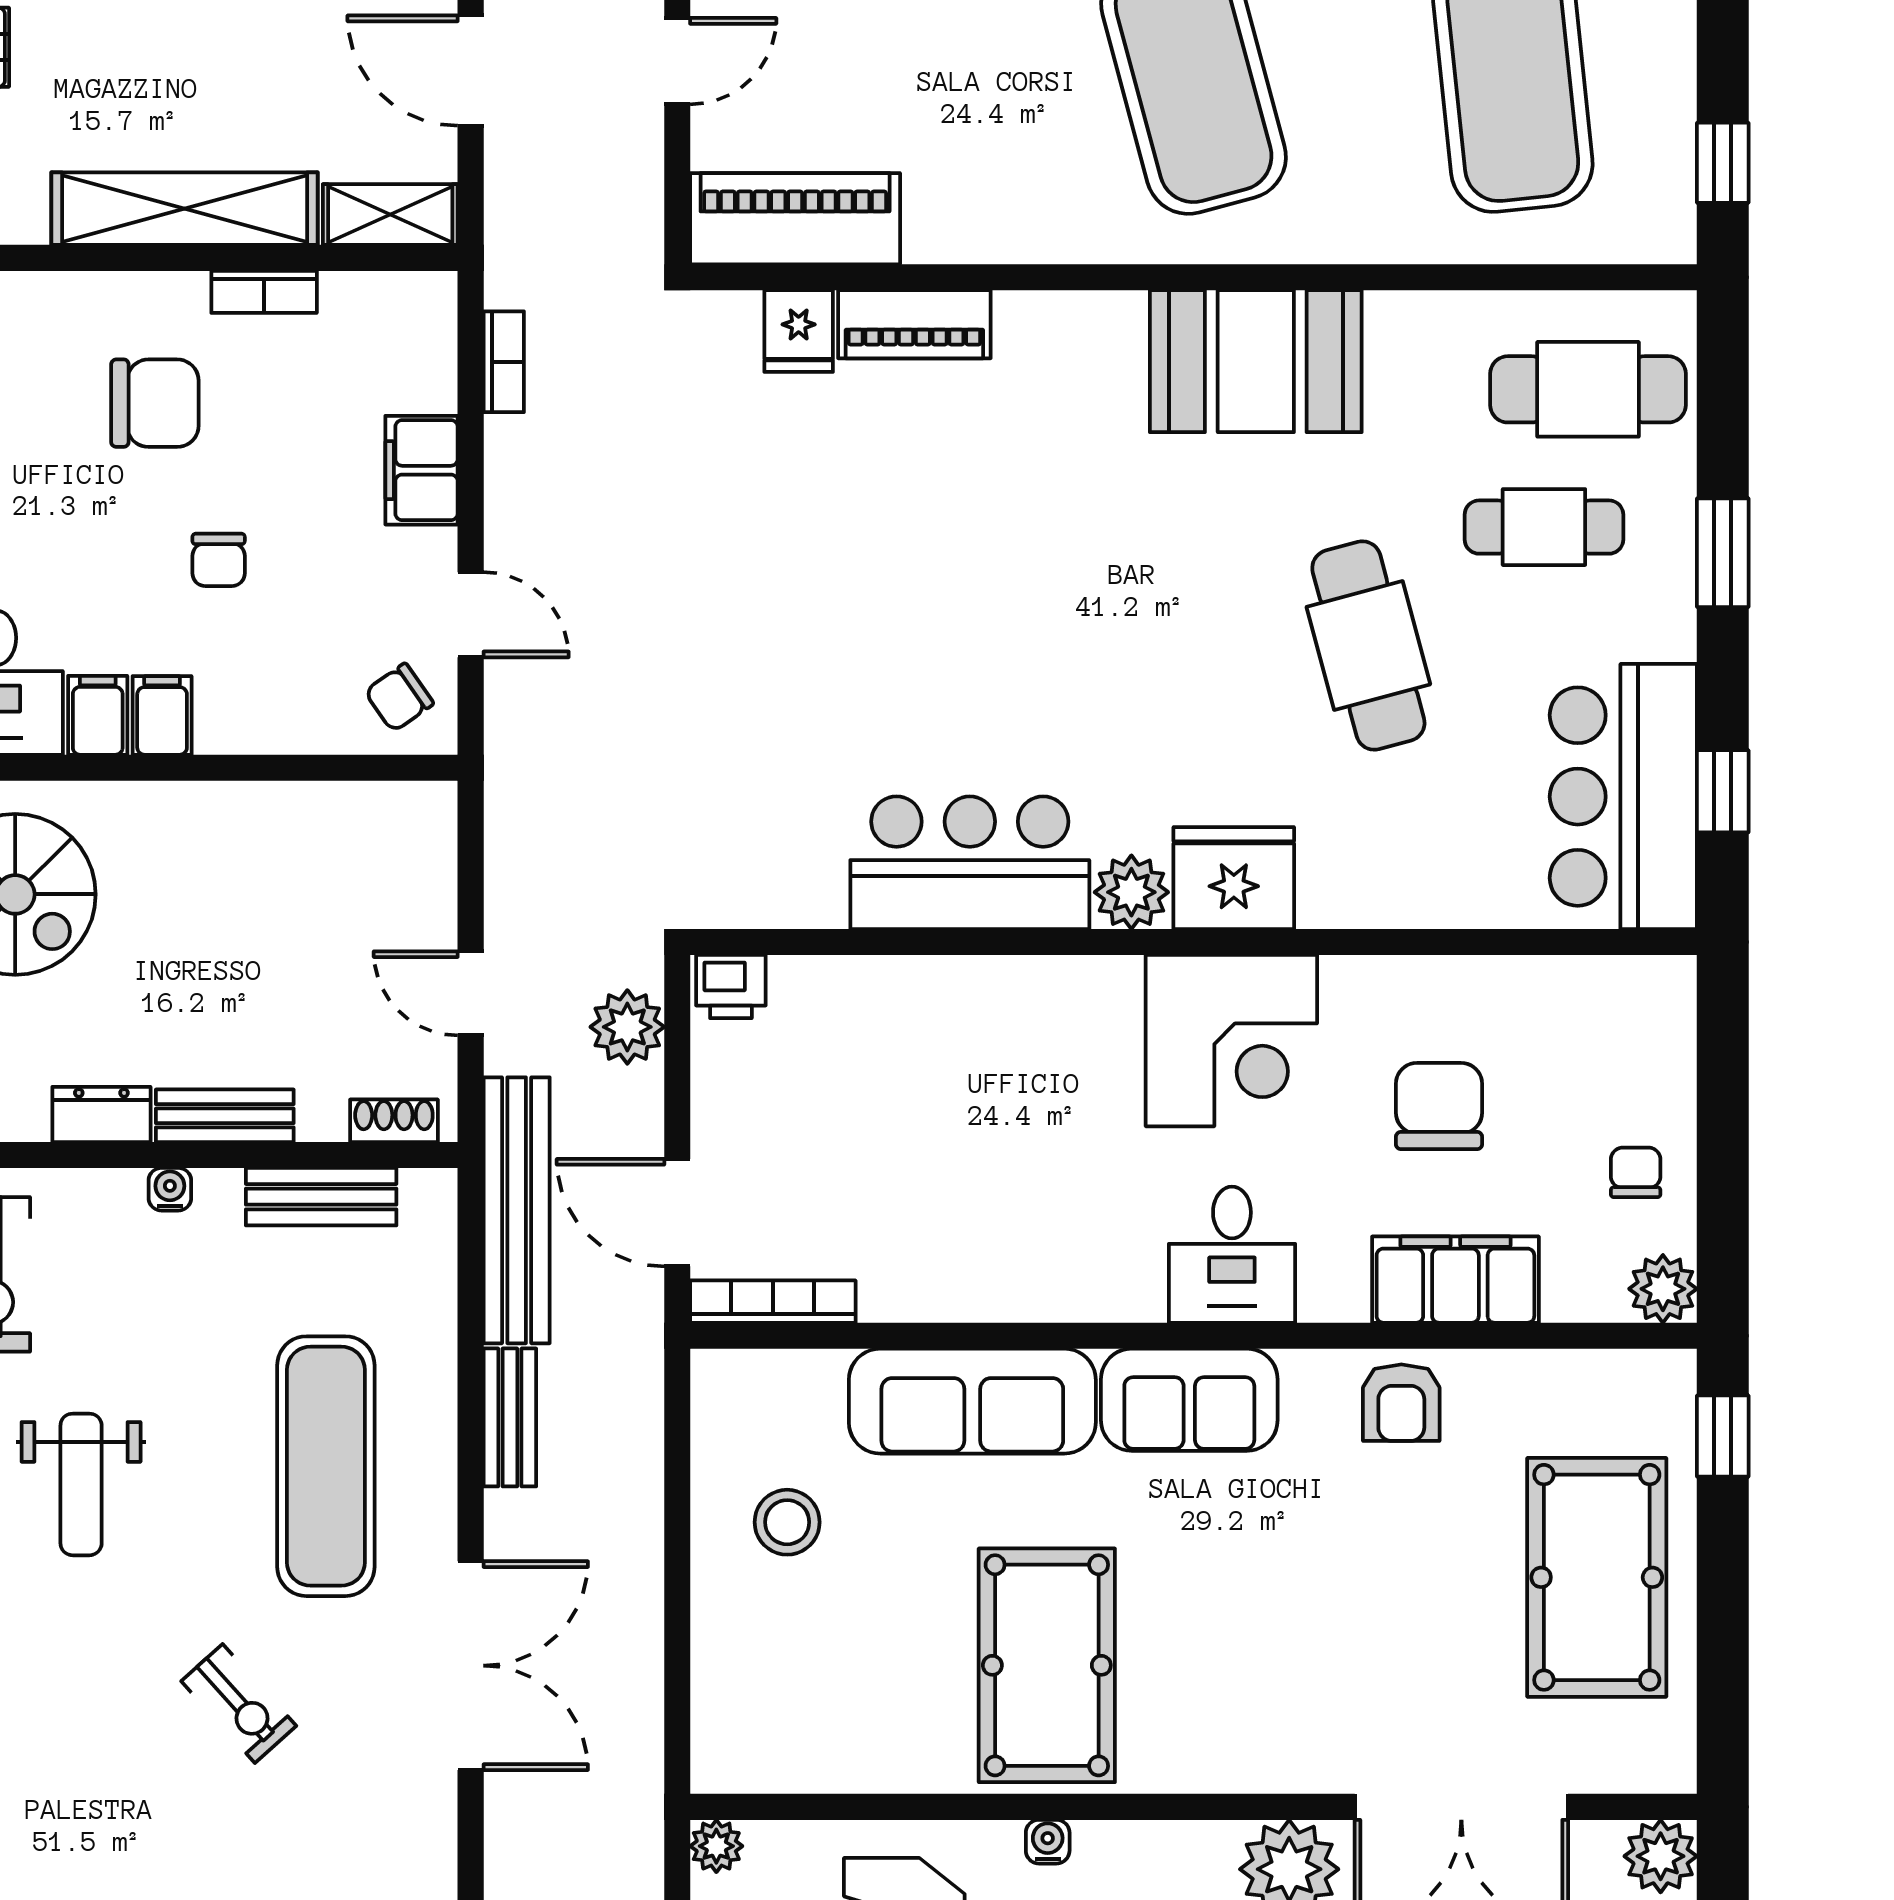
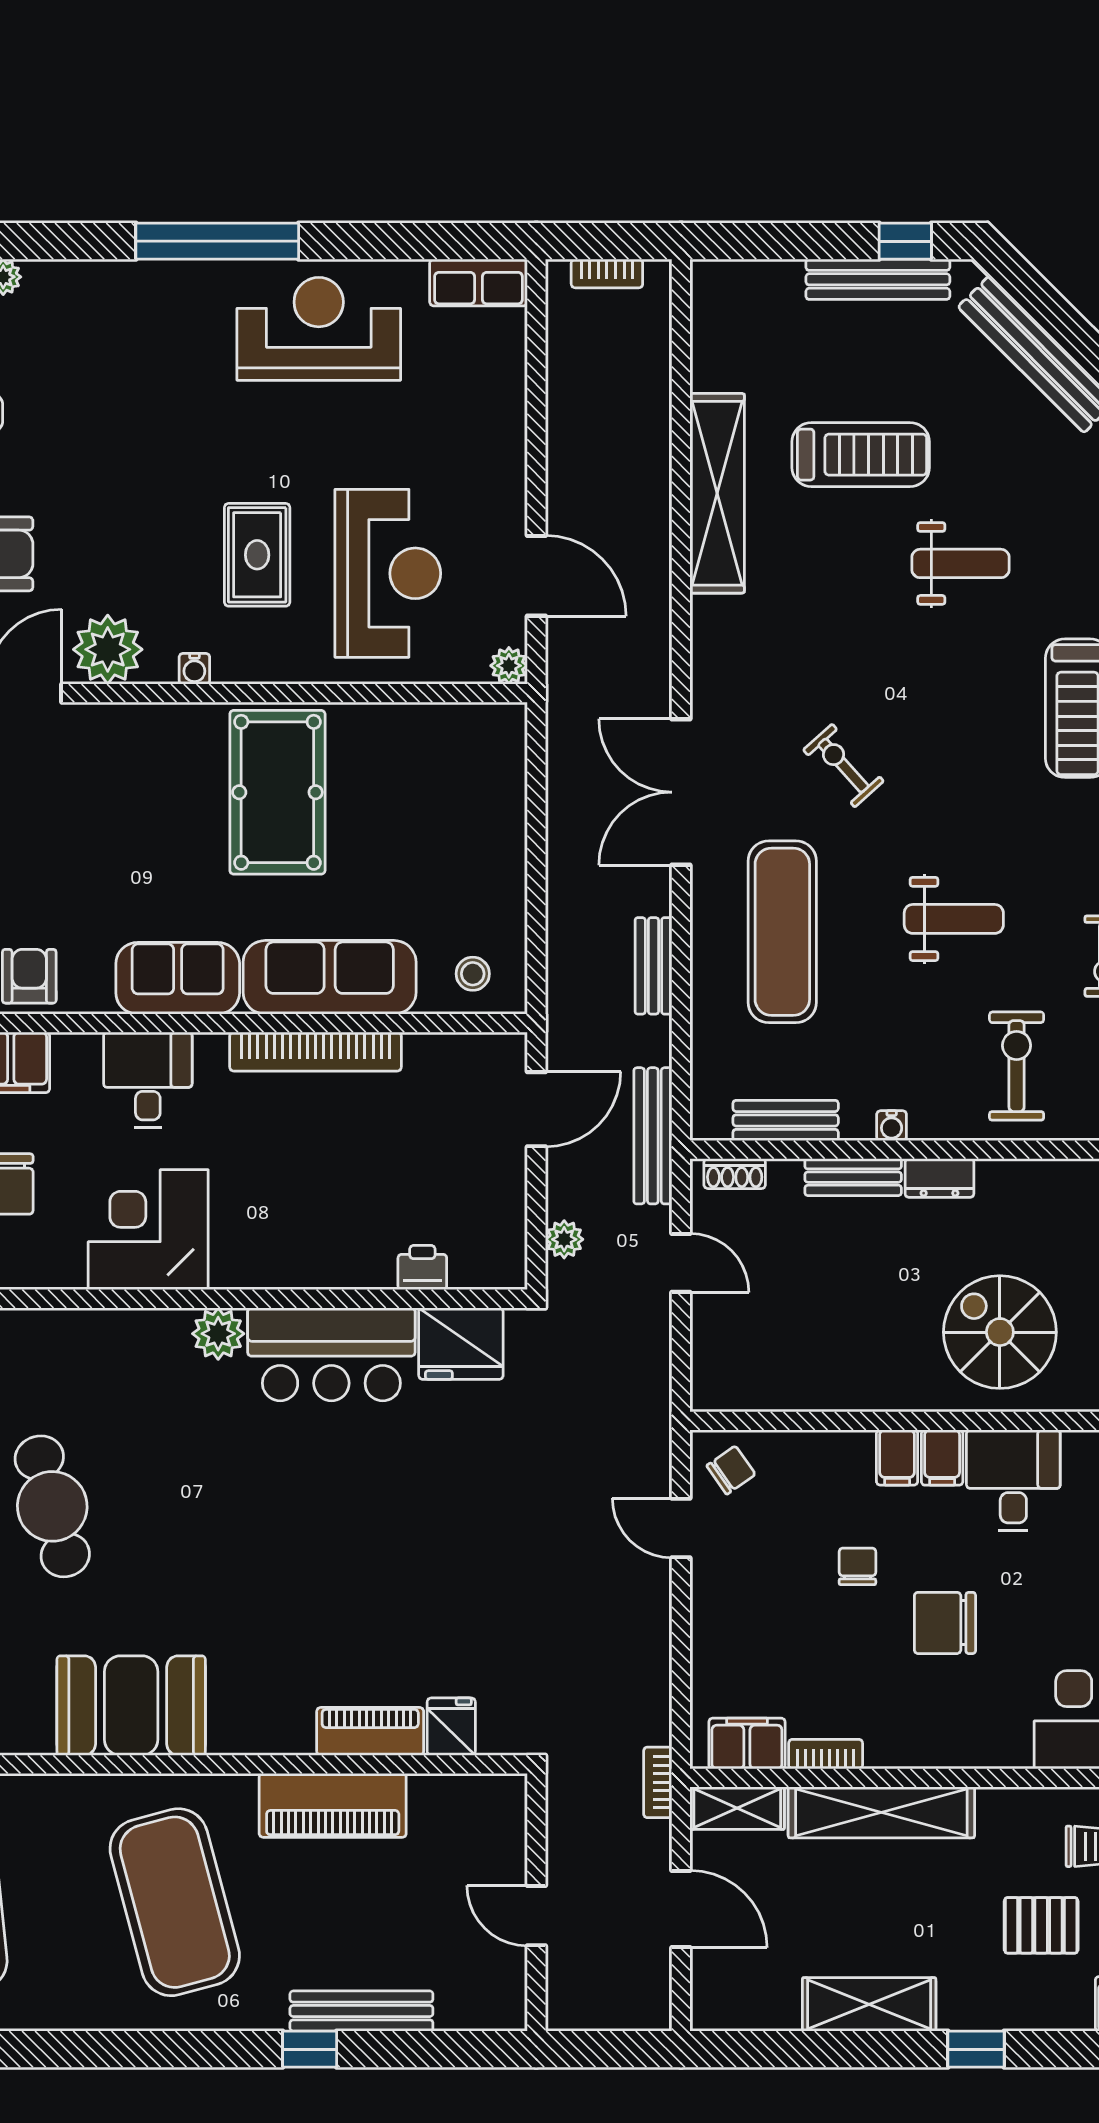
door: (677, 61) -> (536, 1916), hinge flipped
piano: (795, 219) -> (333, 1805), moved
bookcase: (504, 362) -> (658, 1782), moved
chair: (155, 403) -> (945, 1623), moved
filing cabinet: (421, 470) -> (747, 1743), moved, turned -90
fridge: (1234, 878) -> (461, 1344), moved
printer: (731, 987) -> (422, 1268), moved
plant: (627, 1027) -> (564, 1239), width x0.73, depth x0.73
bench: (517, 1210) -> (653, 1136), width x0.73, depth x0.82
door: (677, 1213) -> (536, 1109), hinge flipped
bookcase: (773, 1302) -> (316, 1052), moved, width x1.48, depth x1.31
weight bench: (81, 1484) -> (954, 919), turned 90
stool: (787, 1522) -> (473, 974), moved, width x0.73, depth x0.73
water cooler: (1048, 1842) -> (194, 669), moved

